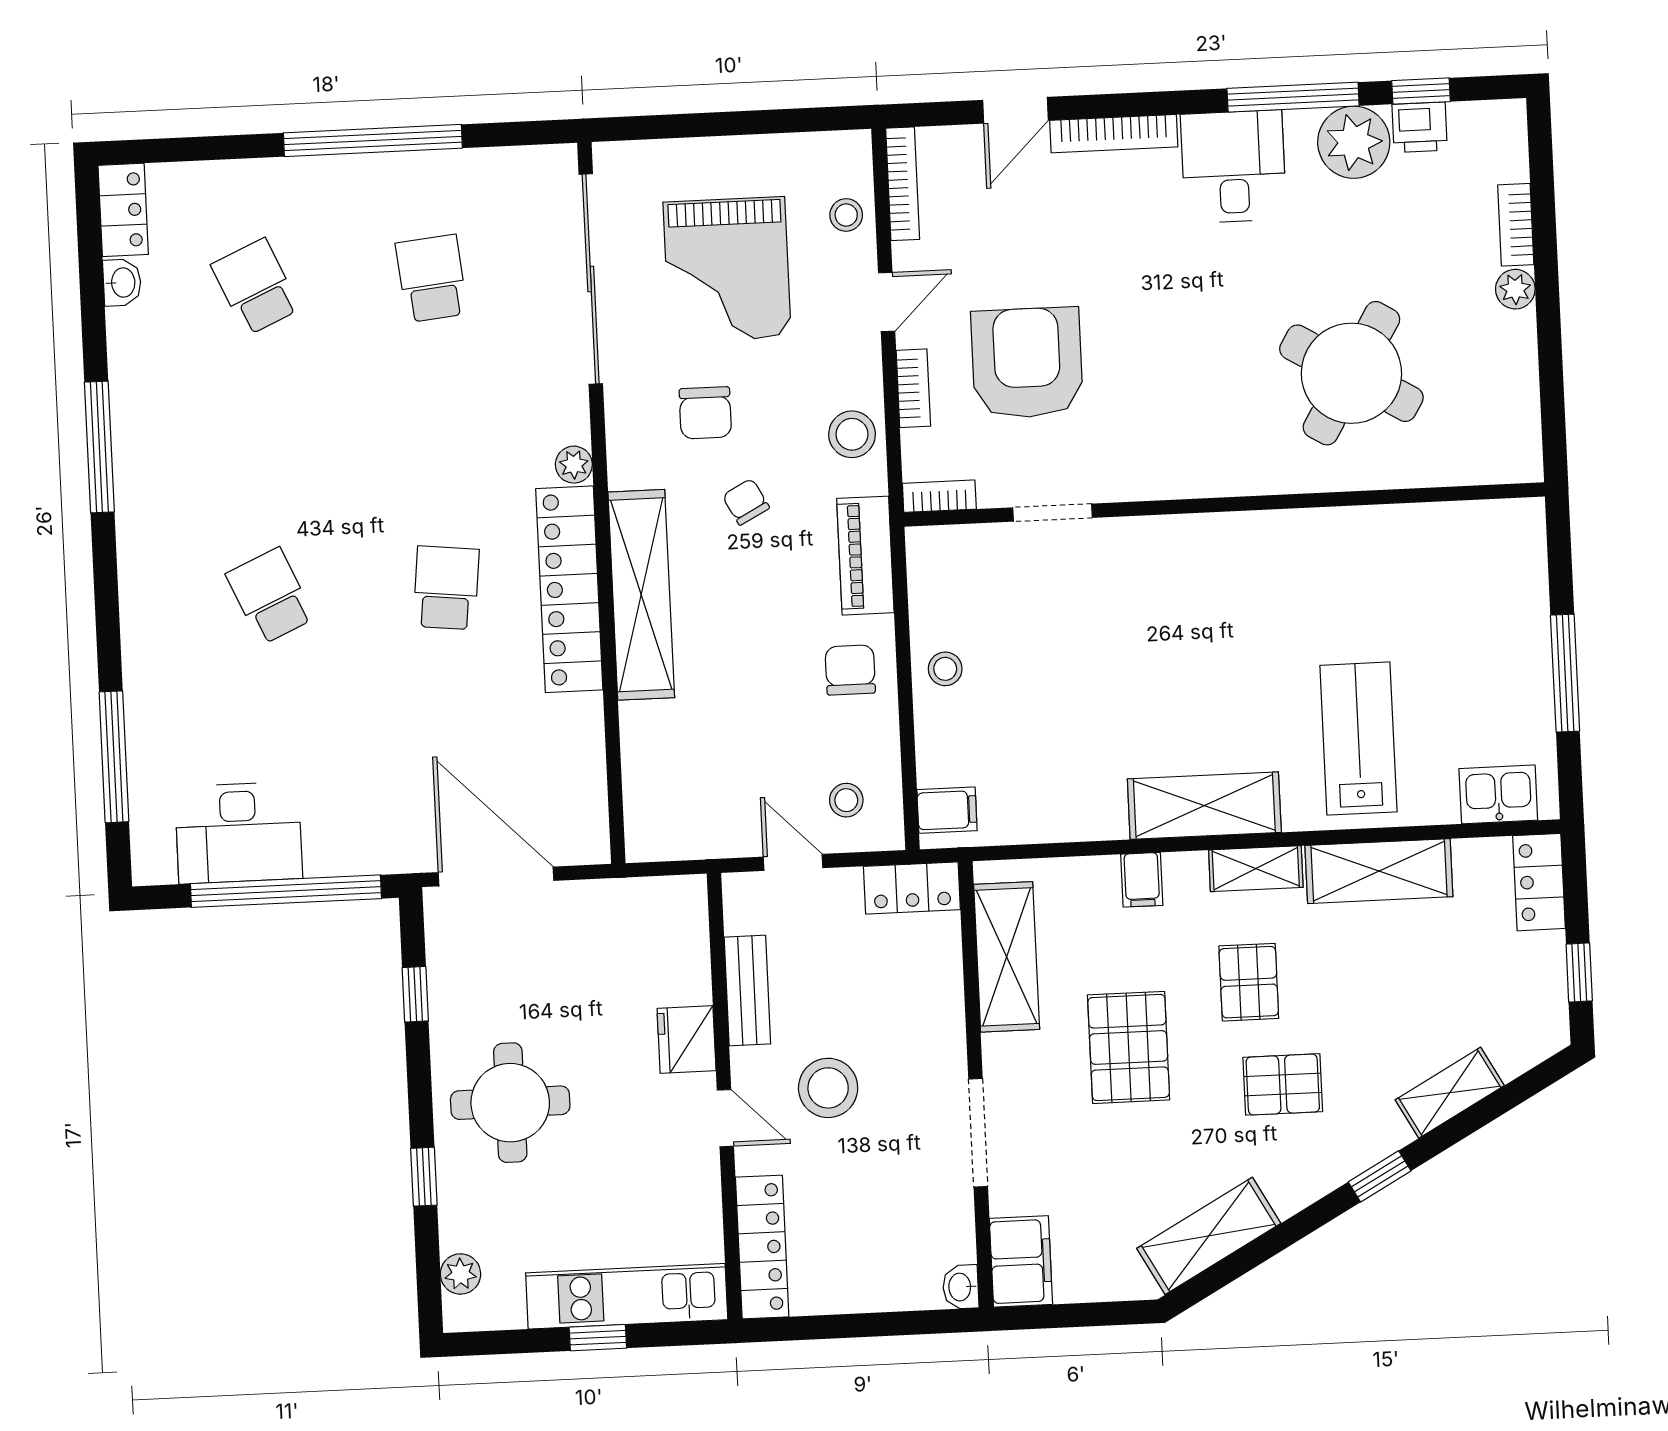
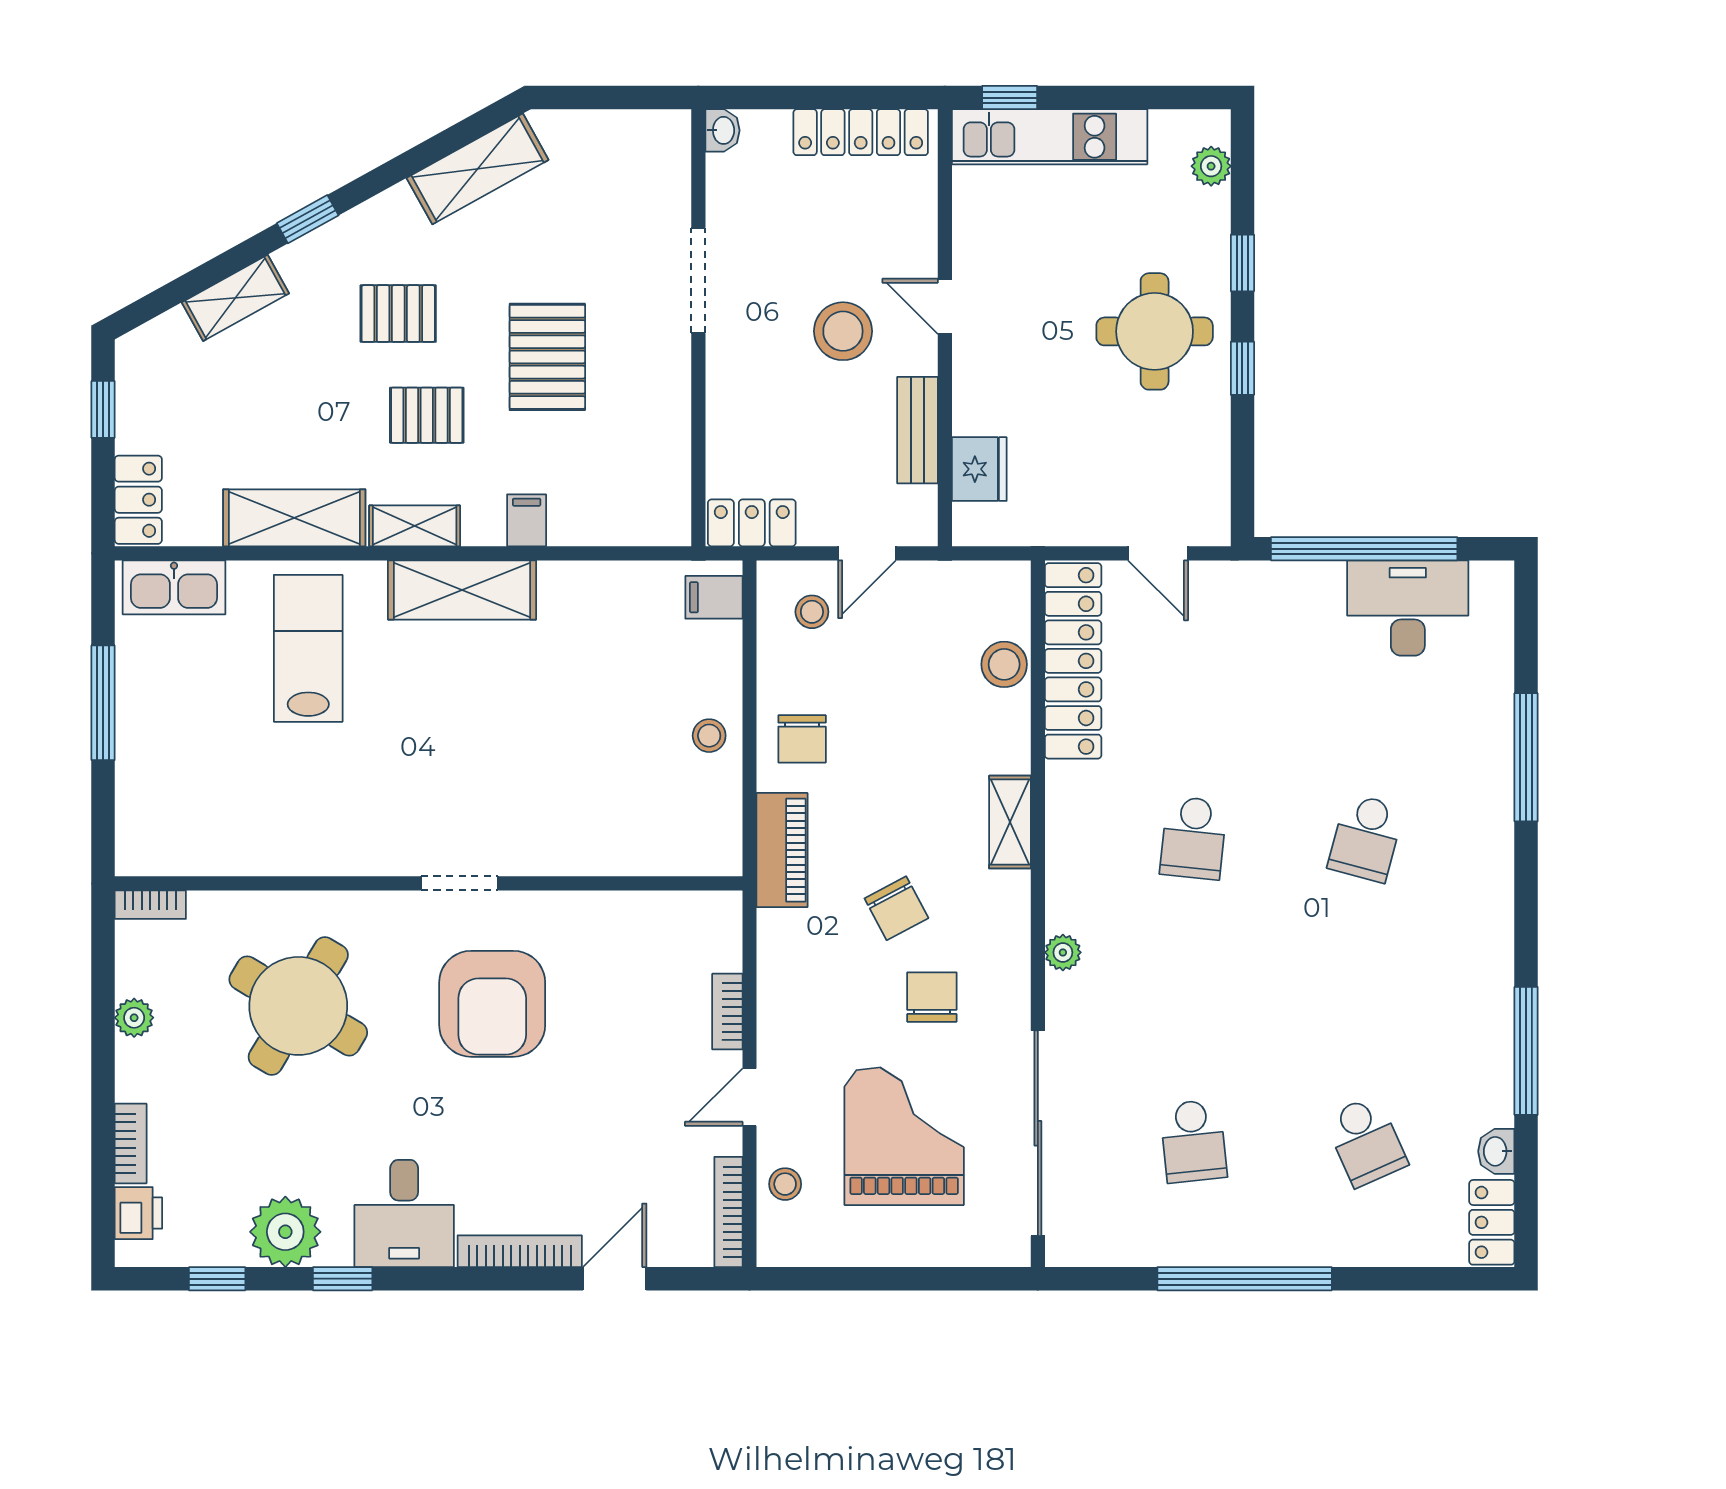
window: (1293, 97) -> (343, 1279), width x0.46
printer: (1420, 127) -> (138, 1213), moved, turned 90
plant: (1515, 289) -> (134, 1018), moved
armchair: (1027, 363) -> (492, 1004), moved
stool: (852, 434) -> (1004, 664), moved
window: (99, 447) -> (1526, 1051), moved
bookcase: (939, 496) -> (150, 905), moved
chair: (746, 502) -> (896, 908), width x1.37, depth x1.37
doorway: (1053, 513) -> (460, 883), moved
locker: (569, 589) -> (1073, 661), moved
shelving: (641, 595) -> (1010, 822), width x0.45, depth x0.75
school desk: (270, 596) -> (1366, 838), turned 39
lab bench: (1358, 739) -> (308, 648), turned 180
window: (114, 757) -> (1526, 757), moved
kitchen sink: (1498, 794) -> (174, 587), width x1.38
door: (793, 862) -> (867, 553), hinge flipped
door: (496, 876) -> (1158, 553), width x0.53
shelving: (1007, 957) -> (662, 451), removed
pallet: (1249, 982) -> (427, 415), turned 90
window: (415, 994) -> (1242, 368), moved
fridge: (687, 1040) -> (979, 469), moved
locker: (762, 1247) -> (861, 132), moved, turned -90
filing cabinet: (1021, 1261) -> (662, 153), removed
window: (598, 1338) -> (1010, 98), moved

